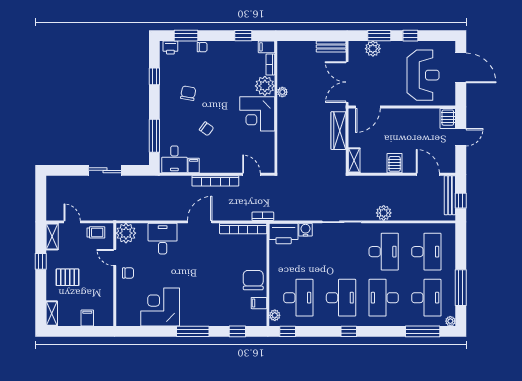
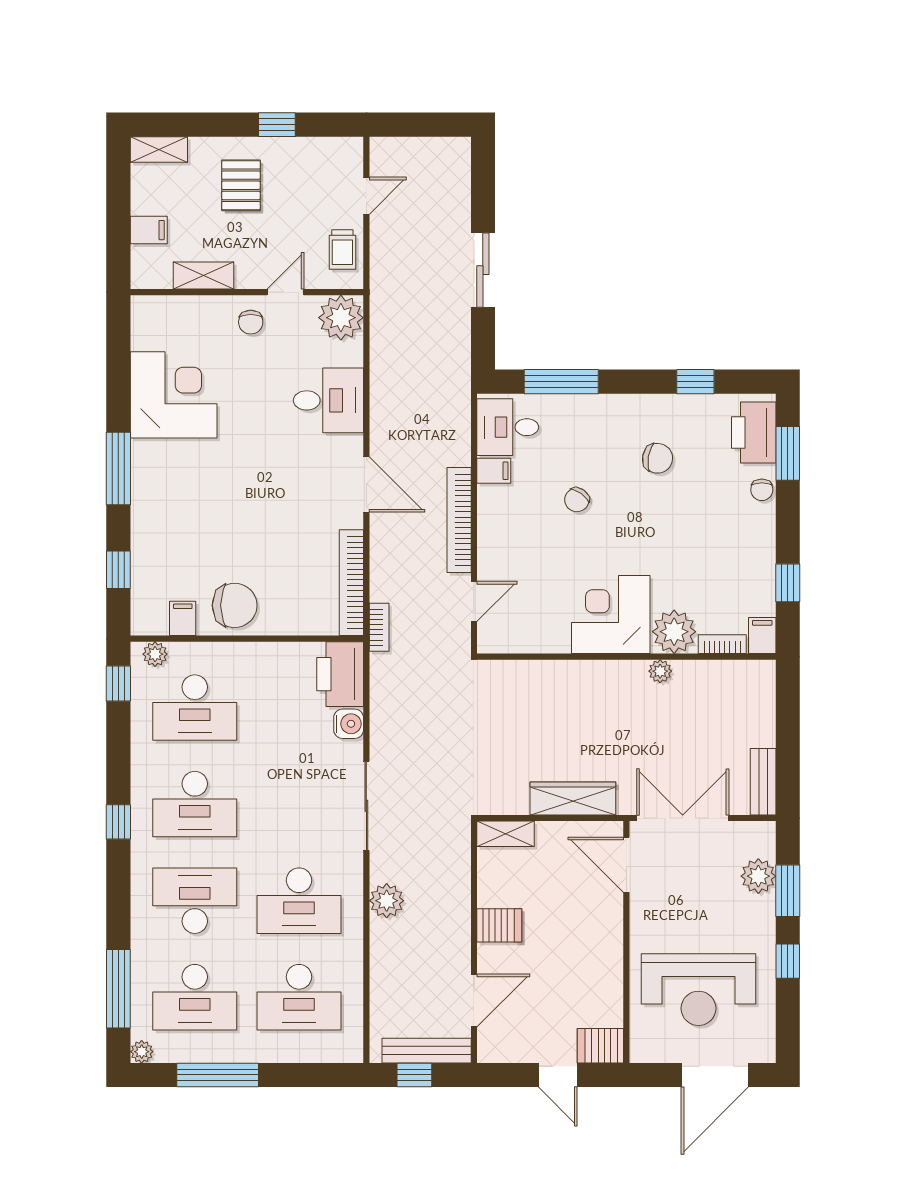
printer: (170, 47) -> (754, 433), width x1.87, depth x1.48
shelving: (52, 236) -> (203, 275), moved

